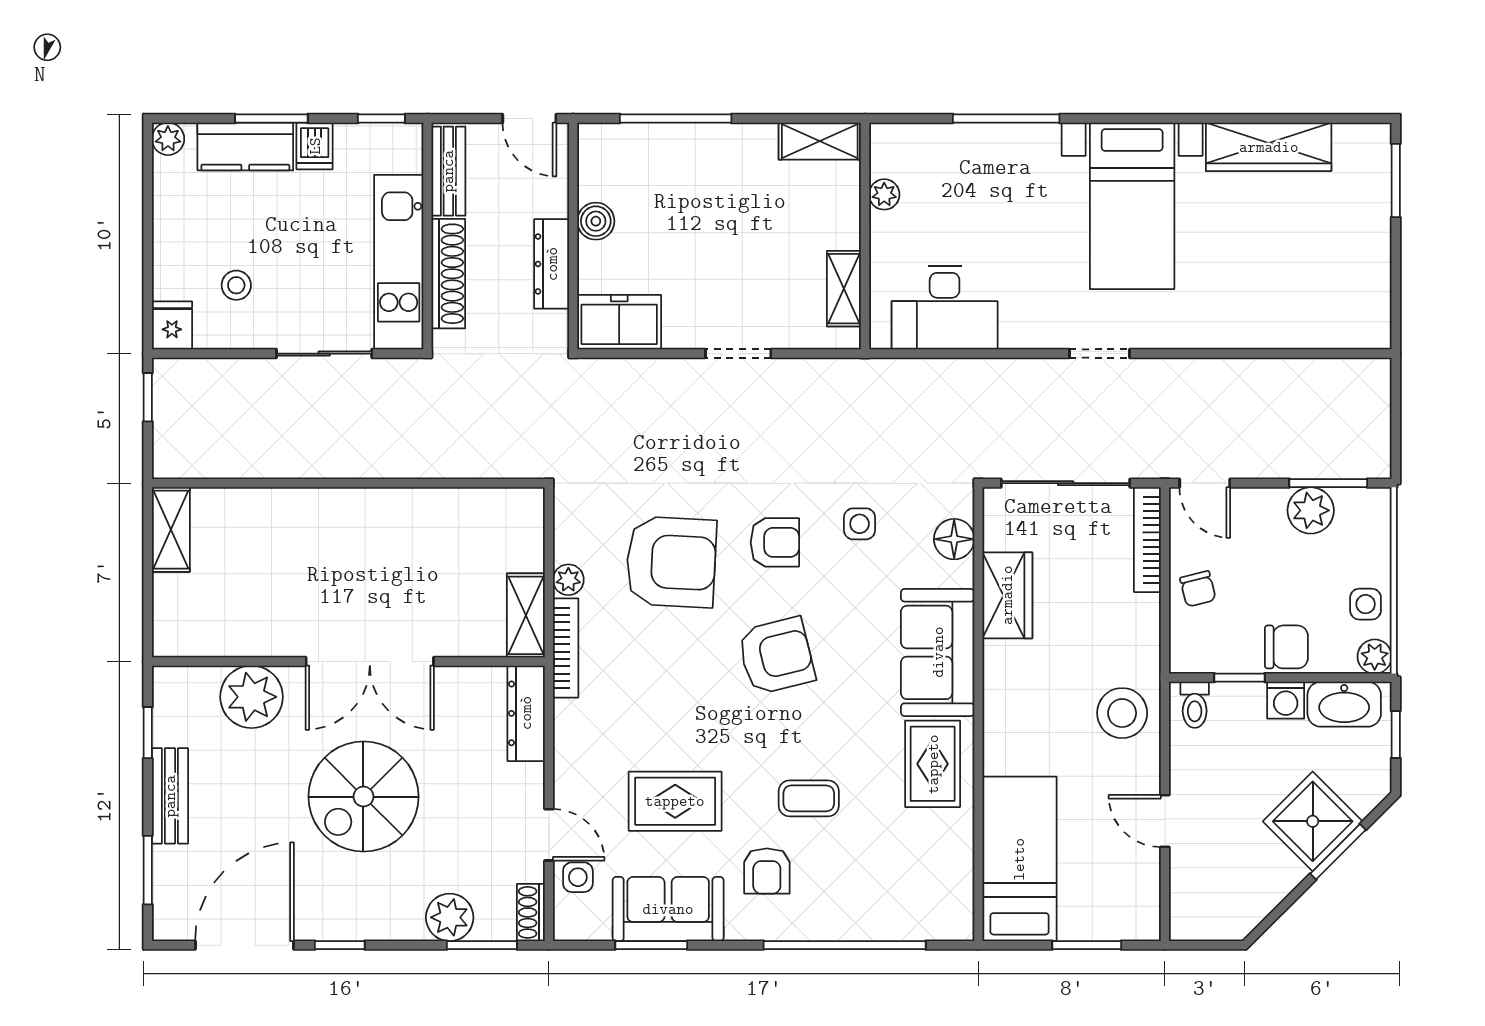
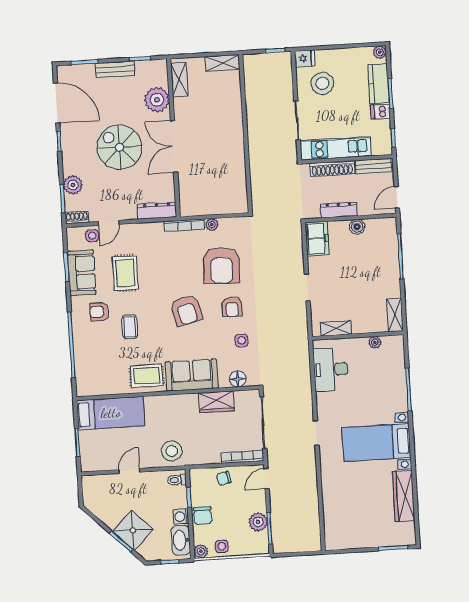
stool: (236, 285) -> (322, 83), width x1.89, depth x1.89
shelving: (526, 615) -> (179, 80), moved, turned 90

